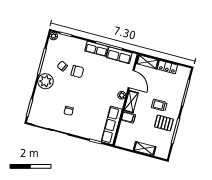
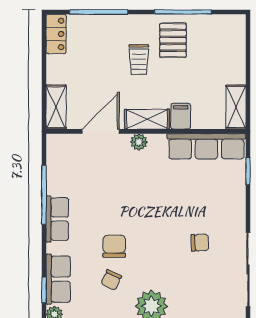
row of seats: (119, 55) -> (58, 279), moved
locker: (167, 67) -> (56, 34), moved
shelving: (145, 148) -> (236, 107), moved

